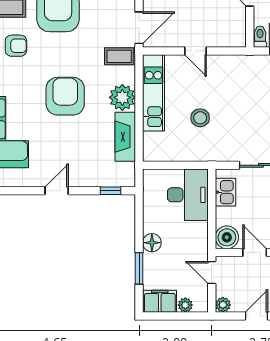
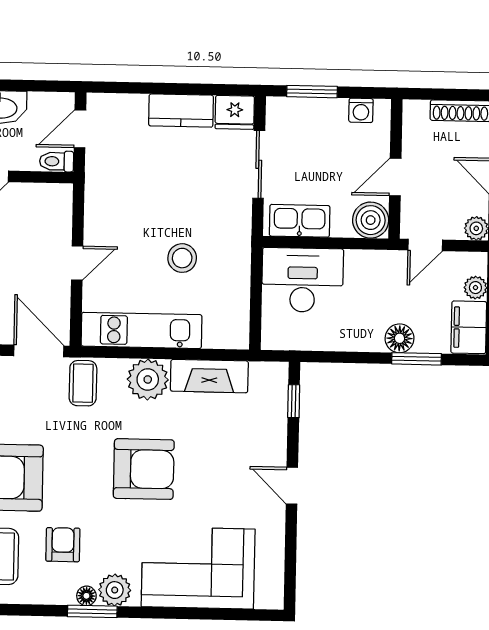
armchair: (65, 96) -> (144, 469), turned 180
kitchen sink: (225, 192) -> (300, 221), width x1.38
floor lamp: (152, 243) -> (400, 338), moved

